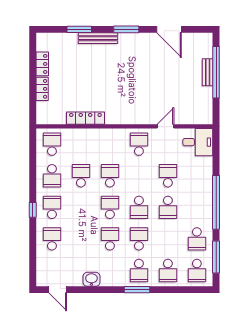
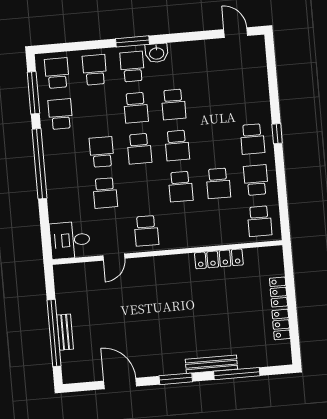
window: (79, 29) -> (237, 374), width x1.44
school desk: (139, 207) -> (139, 149), turned 180
school desk: (52, 239) -> (249, 98), removed
washbasin: (91, 279) -> (157, 53), moved

